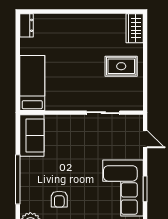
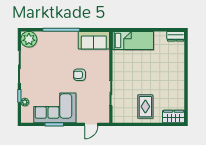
armchair: (59, 199) -> (79, 75), moved

